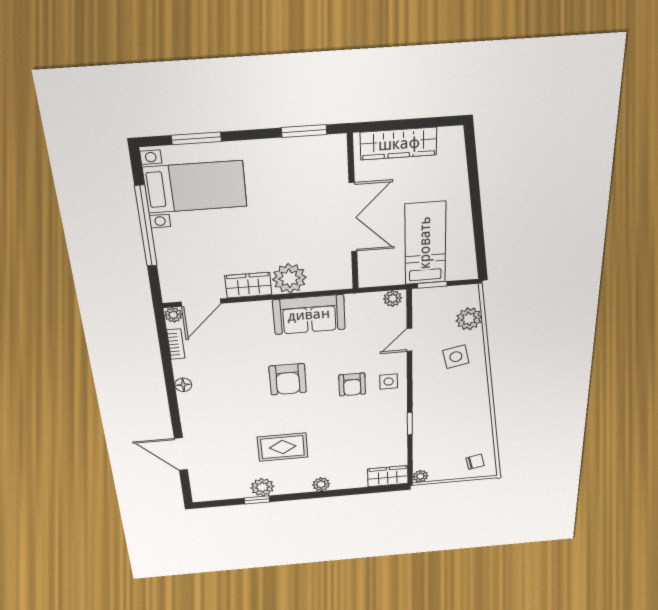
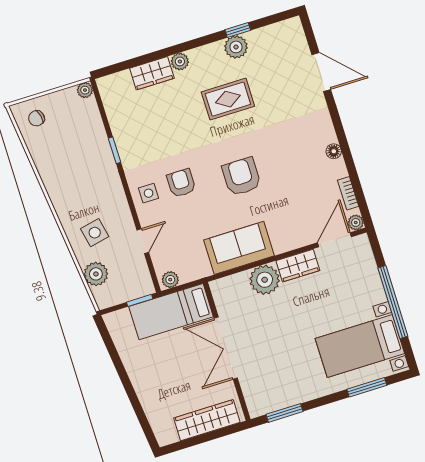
bed: (425, 243) -> (171, 312), moved, turned 90
wardrobe: (388, 476) -> (152, 73), moved

